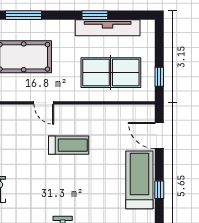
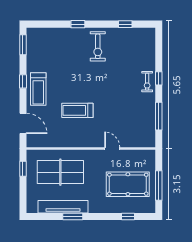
window: (24, 15) -> (128, 216), width x0.46
treadmill: (69, 145) -> (77, 110), moved
treadmill: (139, 180) -> (38, 89), width x0.73, depth x0.73

